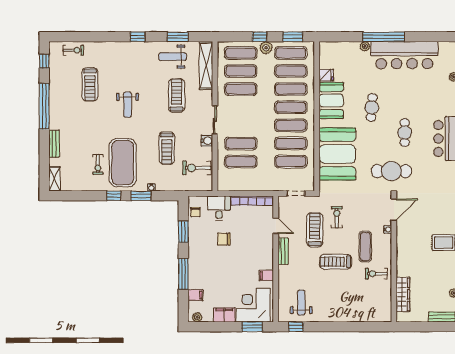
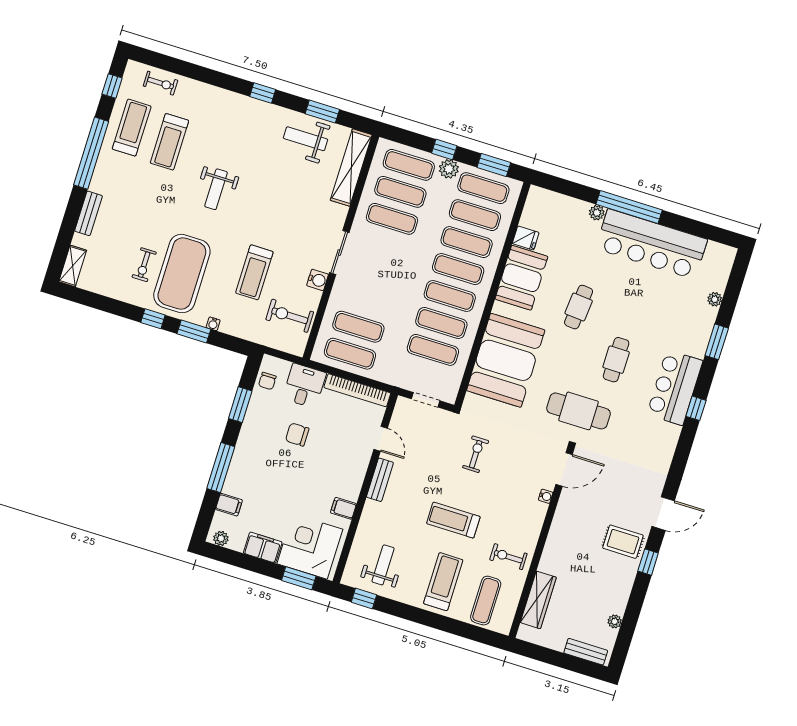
treadmill: (177, 96) -> (132, 128), moved
exercise mat: (241, 143) -> (350, 354), moved
treadmill: (315, 230) -> (443, 582), moved
exercise mat: (365, 247) -> (486, 601), moved

